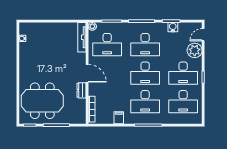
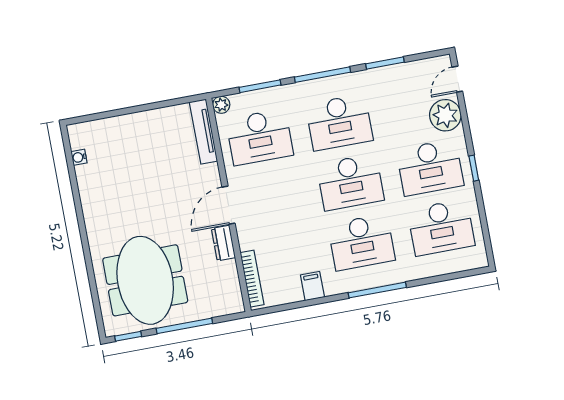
water cooler: (173, 27) -> (391, 75), removed
door: (87, 73) -> (228, 205), swing flipped
meeting table: (42, 101) -> (145, 280), turned 90

